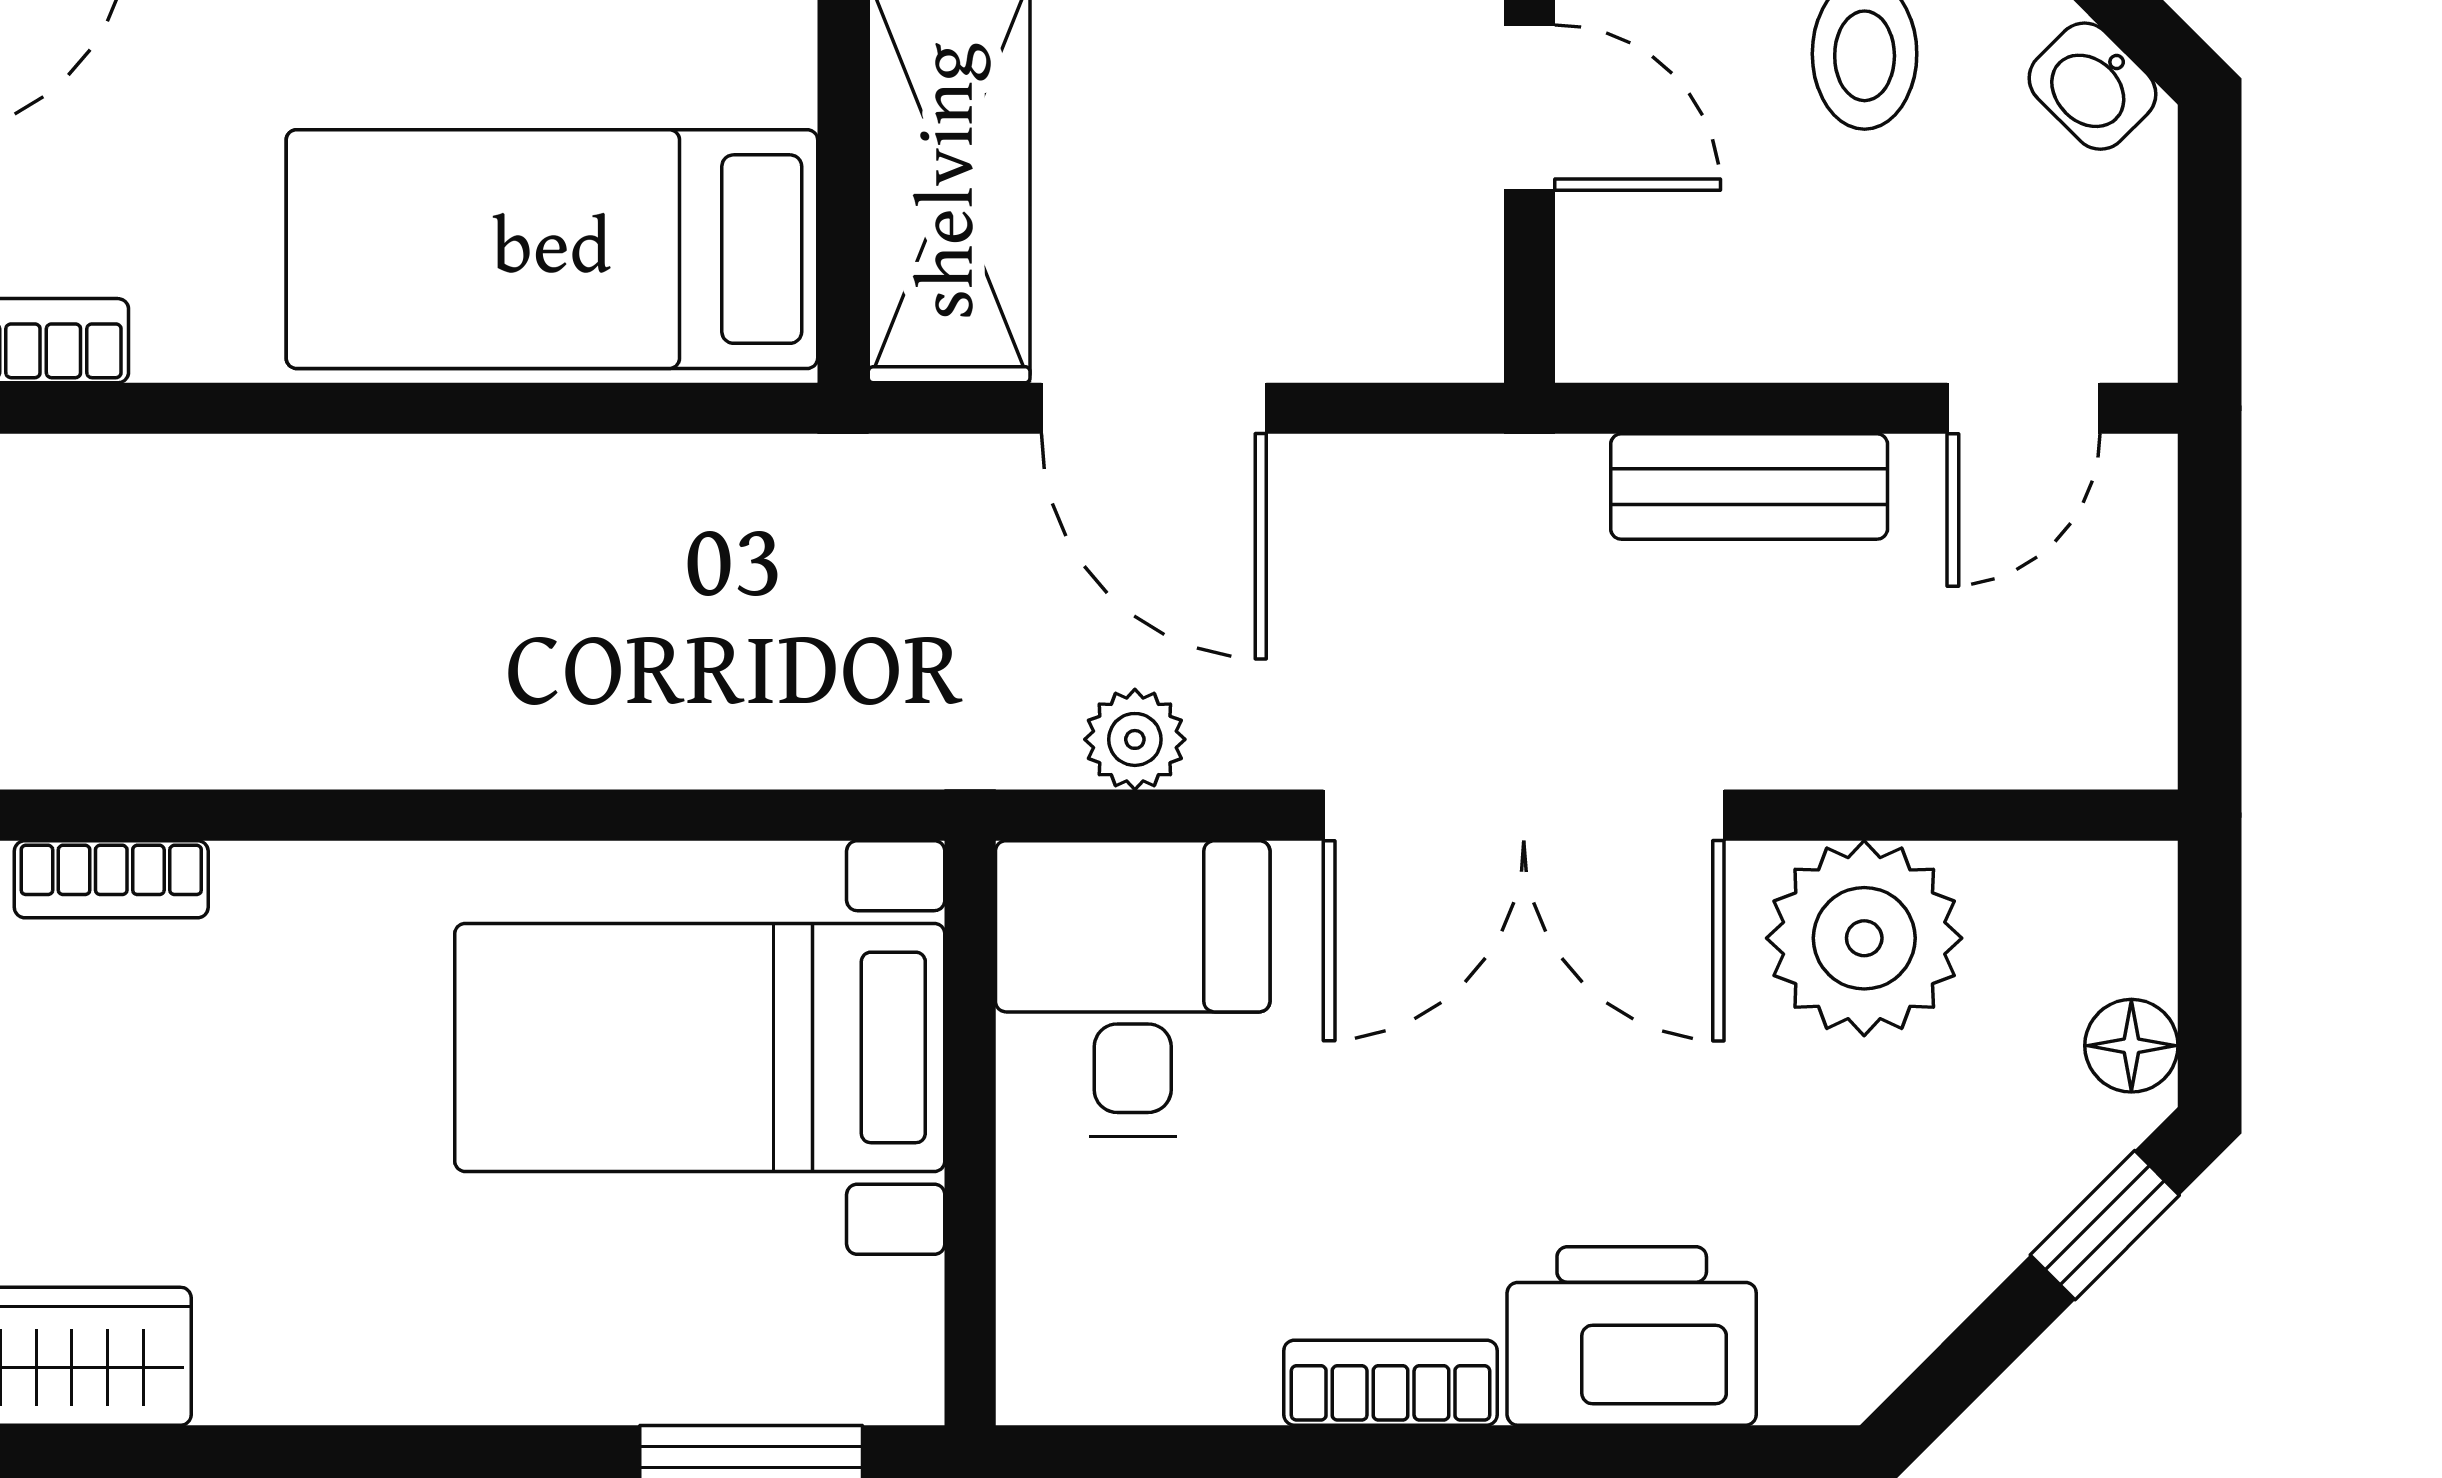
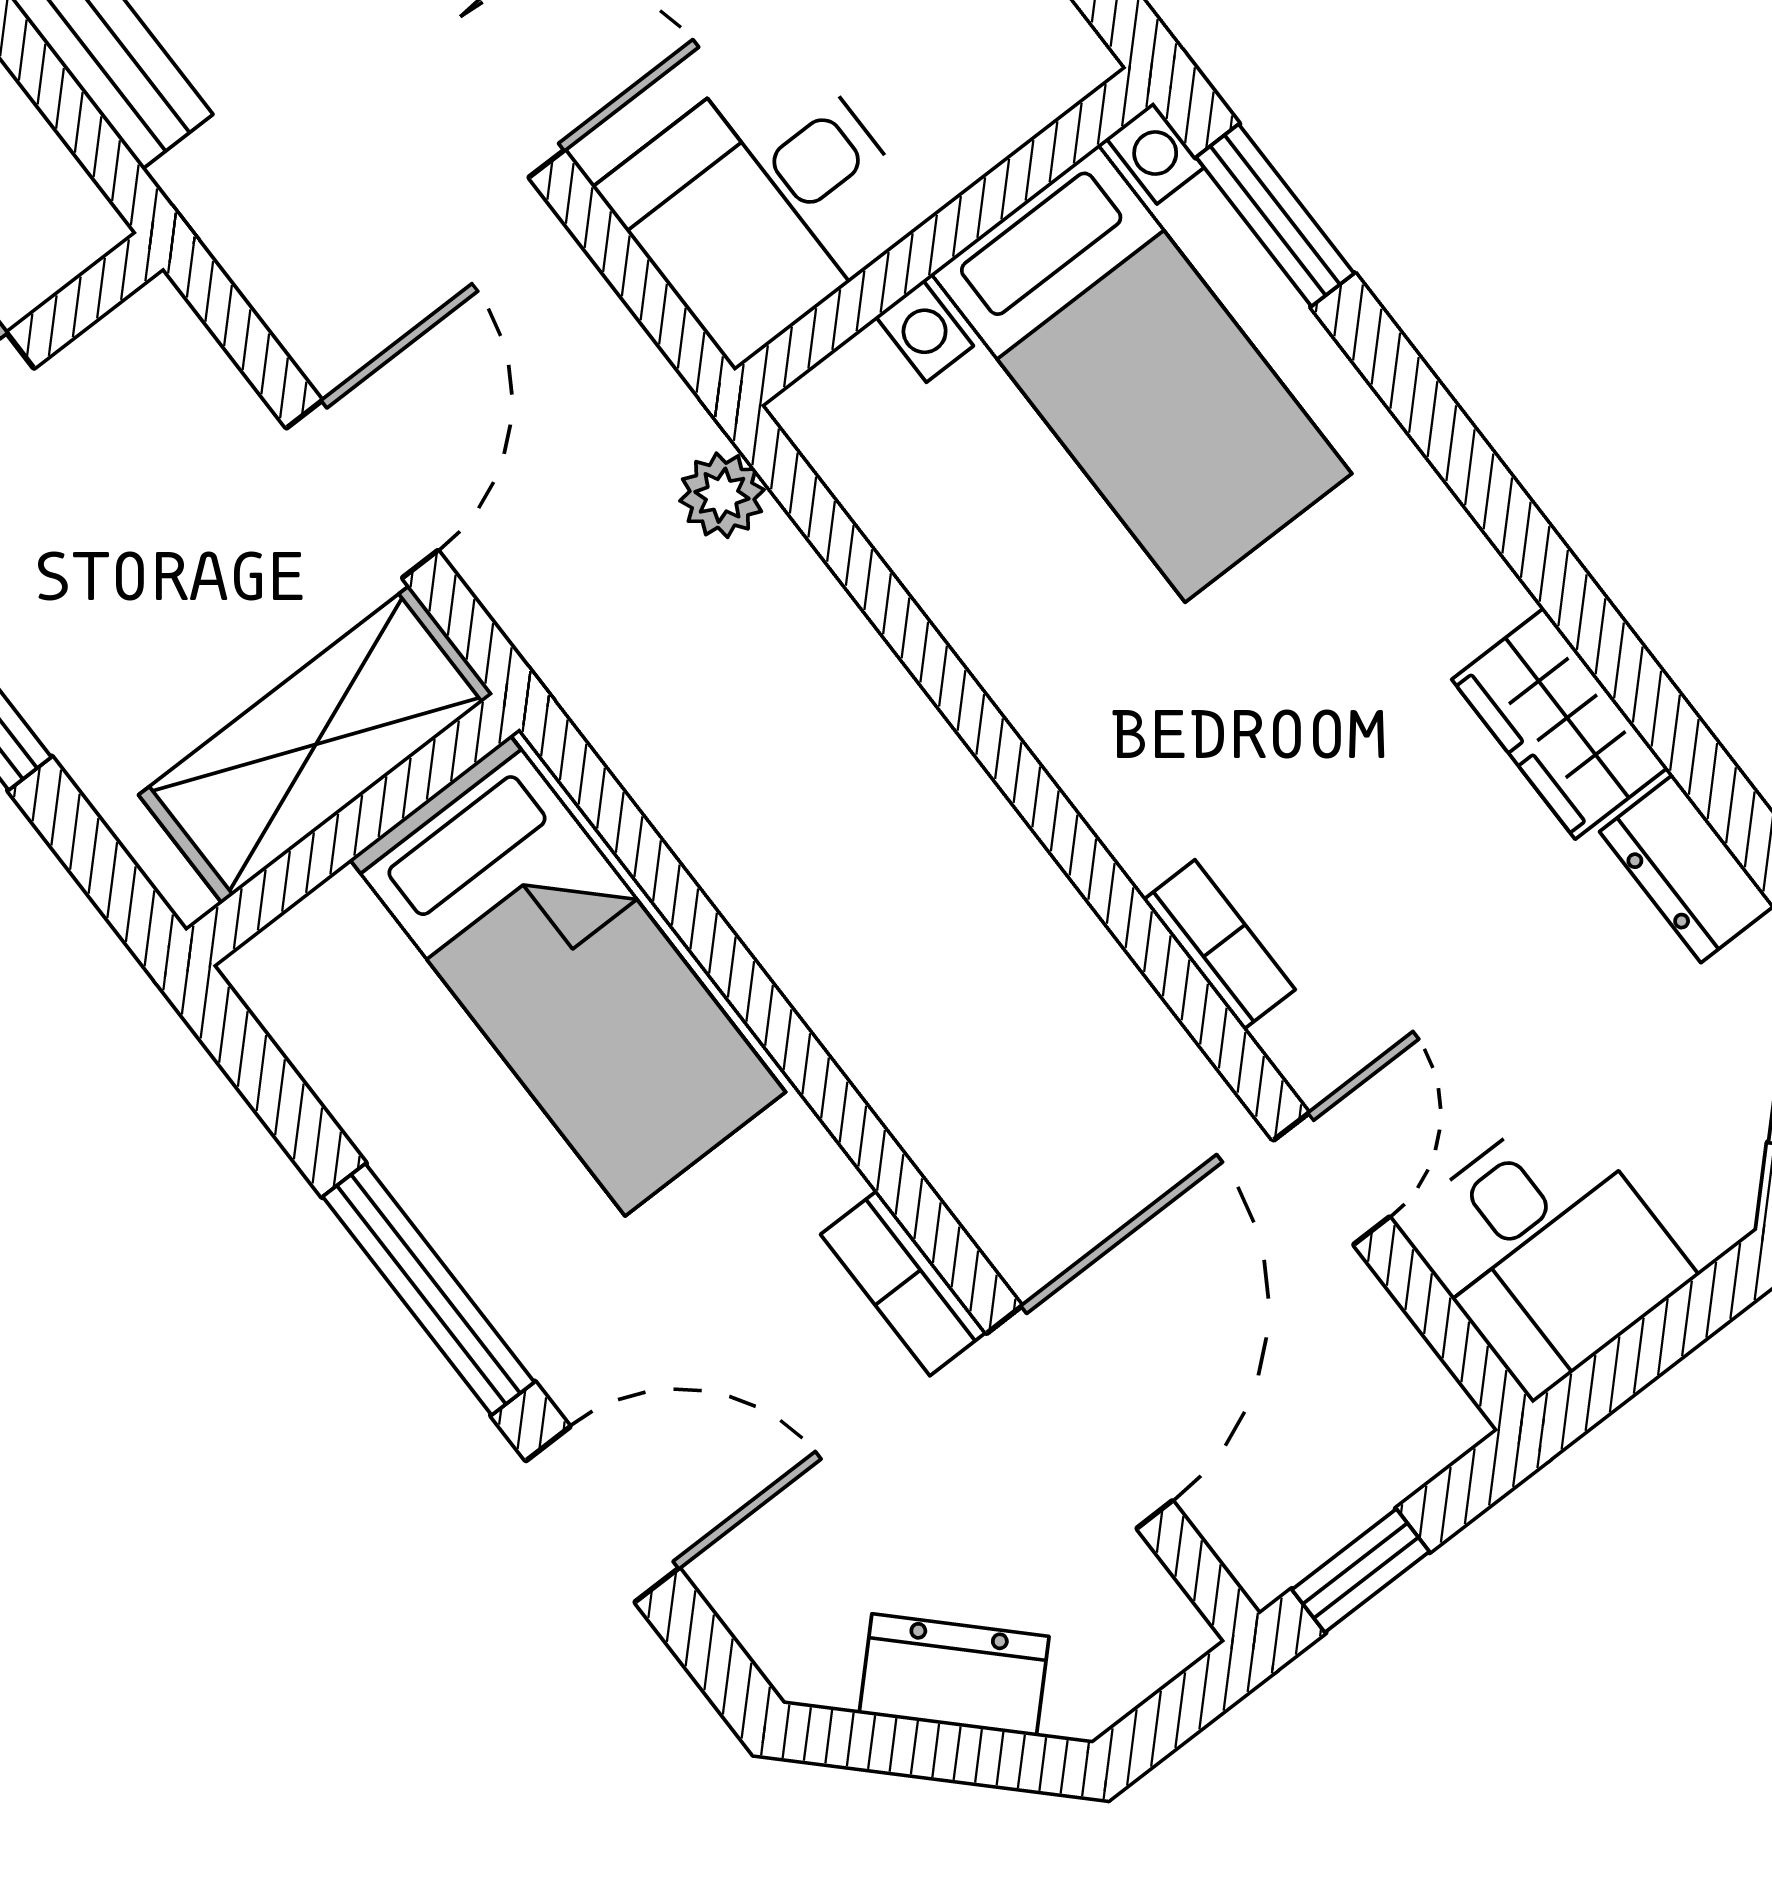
plant: (1135, 739) -> (722, 495), moved
bed with nightstands: (700, 1047) -> (1142, 374), moved

